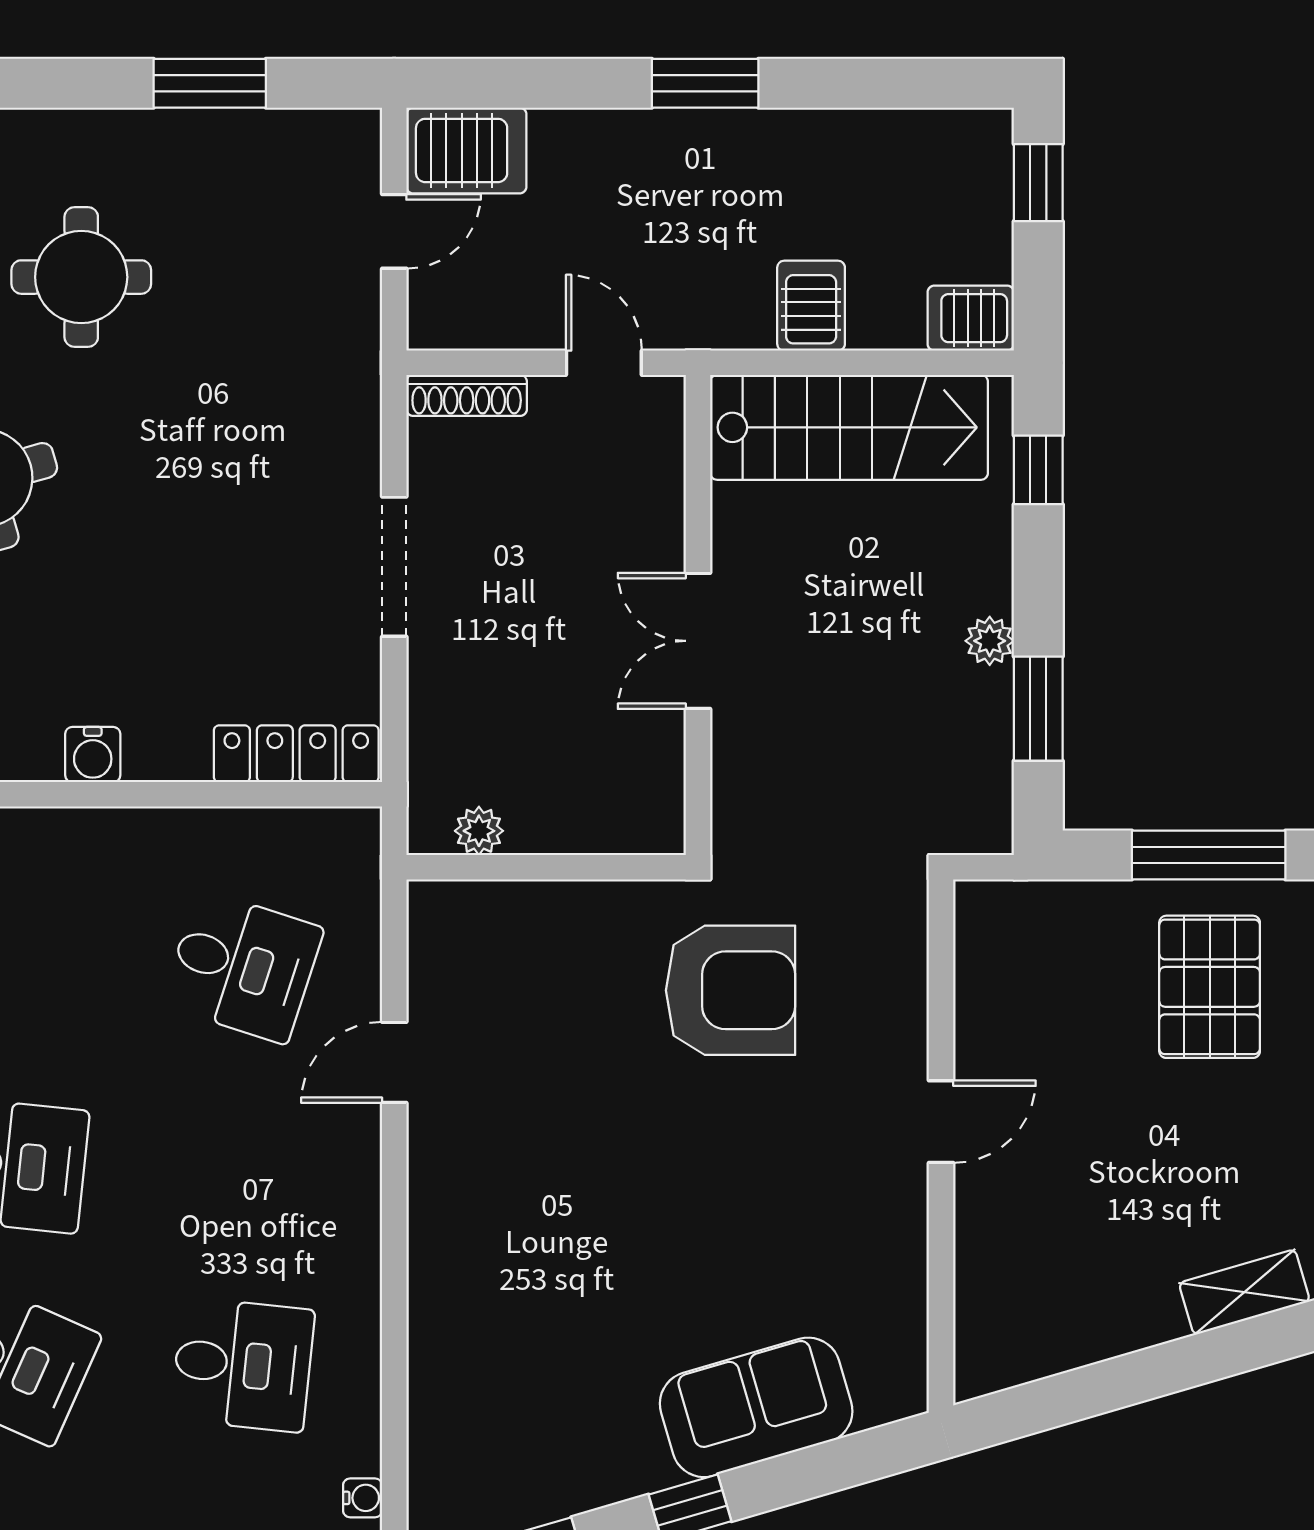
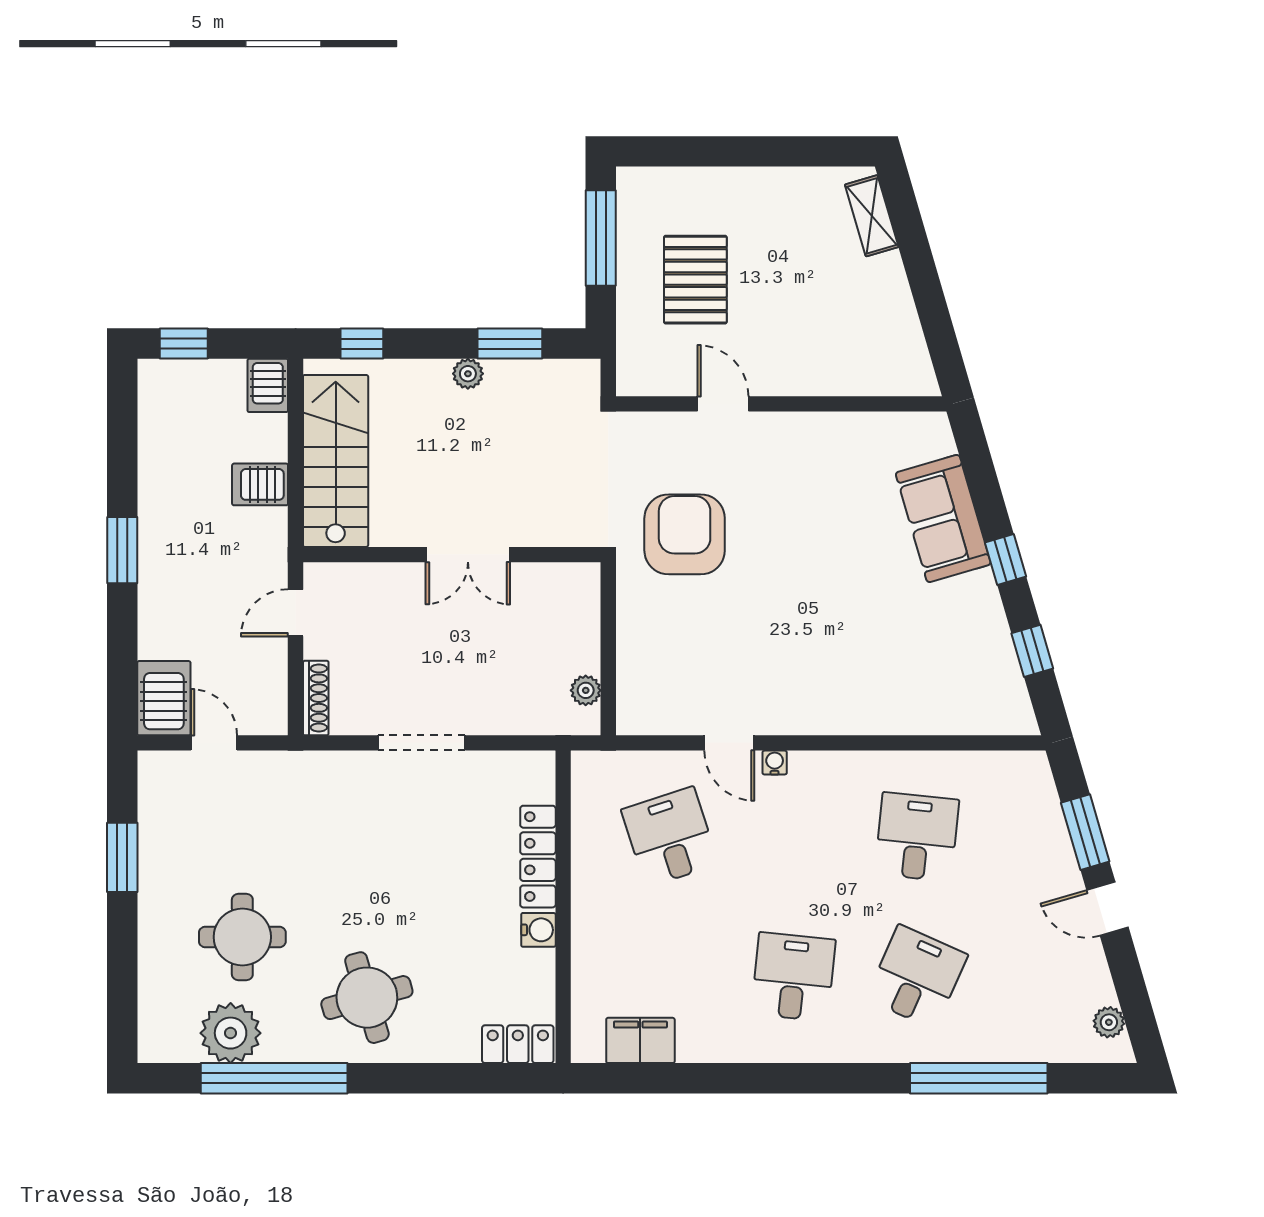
locker: (296, 754) -> (538, 857), moved
desk: (243, 966) -> (670, 837), turned -36
pallet: (1210, 987) -> (695, 280), moved, turned 90
door: (941, 1122) -> (723, 404), moved
water cooler: (363, 1498) -> (775, 763), moved

